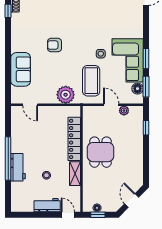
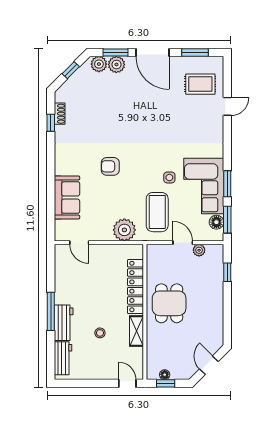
window: (8, 158) -> (51, 311), width x0.68
workbench: (47, 205) -> (63, 358), moved, turned 90

